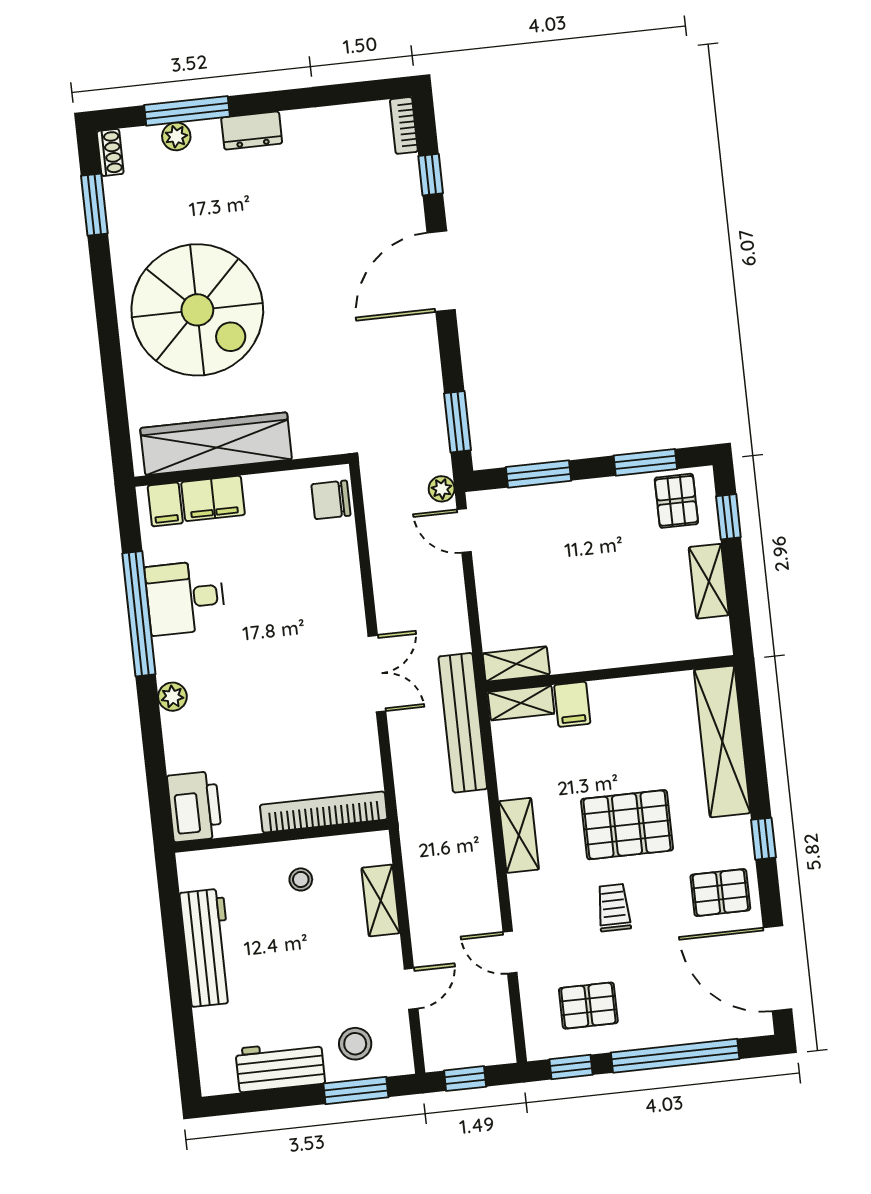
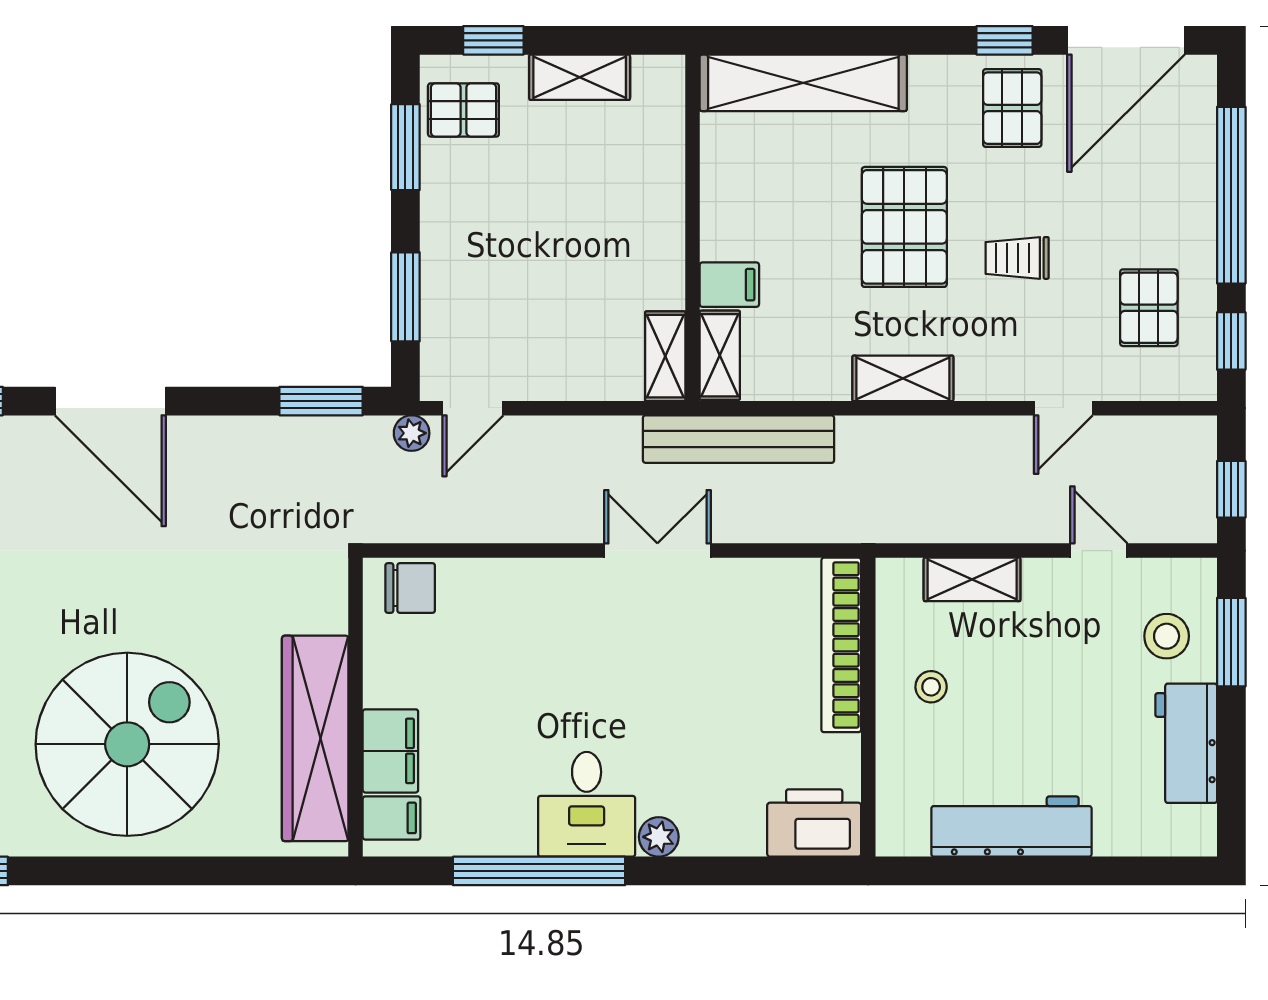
chair: (331, 500) -> (410, 588), turned -90
desk: (185, 598) -> (587, 804), moved
window: (763, 839) -> (1004, 40), moved

